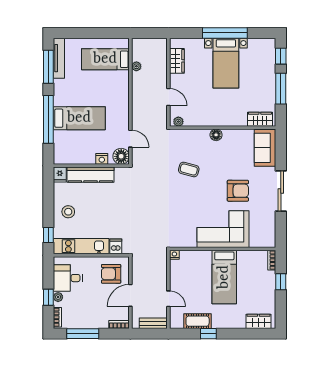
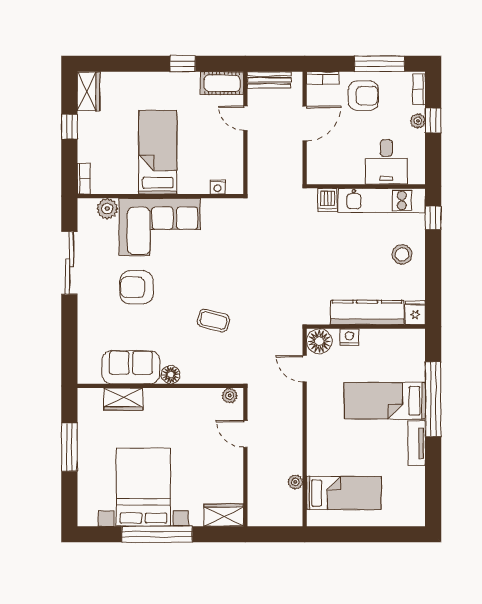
window: (281, 56) -> (69, 498), removed
tv unit: (59, 58) -> (417, 443), moved, width x0.71
wardrobe: (177, 61) -> (224, 515), moved, turned 90
bed with nightstands: (226, 63) -> (143, 487), width x1.36
window: (48, 67) -> (433, 481), removed
wardrobe: (260, 119) -> (123, 399), moved
sofa: (265, 148) -> (131, 367), moved, turned -90
sliding door: (281, 191) -> (69, 263), moved
plant: (257, 241) -> (107, 209), added
nightstand: (174, 255) -> (218, 187), moved
armchair: (111, 274) -> (363, 96), moved
desk: (68, 278) -> (386, 162), moved, turned 90
window: (281, 282) -> (69, 127), moved
cot: (198, 321) -> (222, 83), moved
wardrobe: (258, 321) -> (89, 91), moved, turned -90

